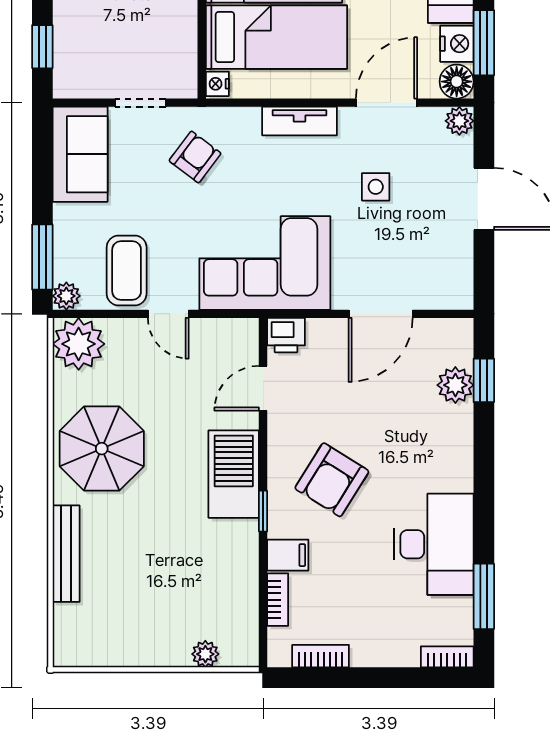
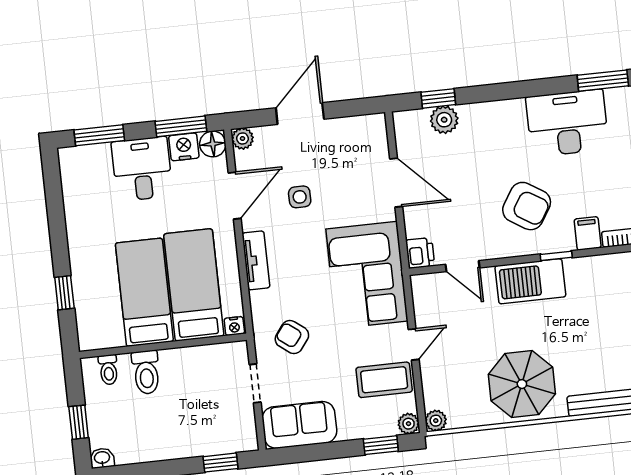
door: (387, 103) -> (235, 196), swing flipped
window: (42, 257) -> (381, 445), width x0.67
plant: (79, 344) -> (436, 421), width x0.53, depth x0.53

